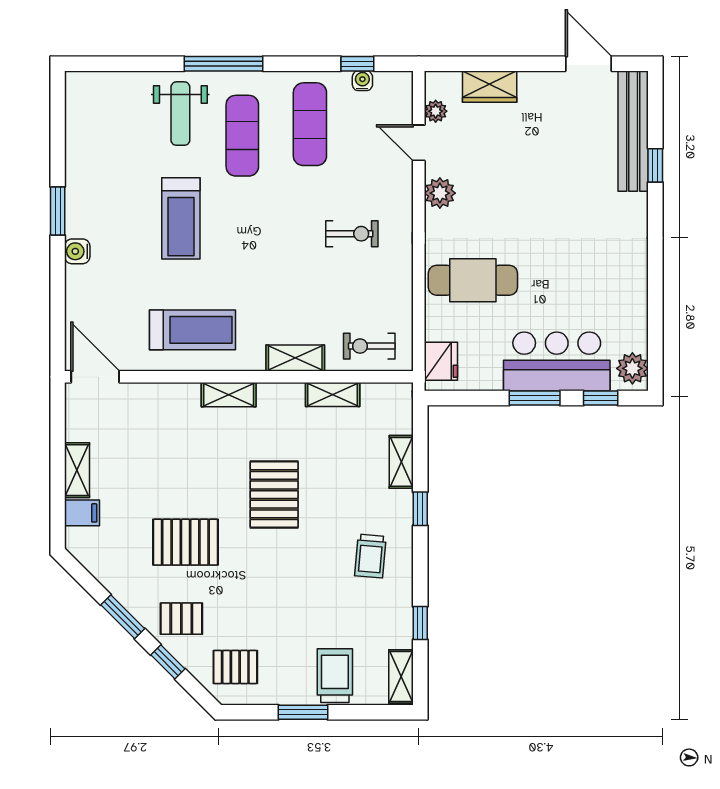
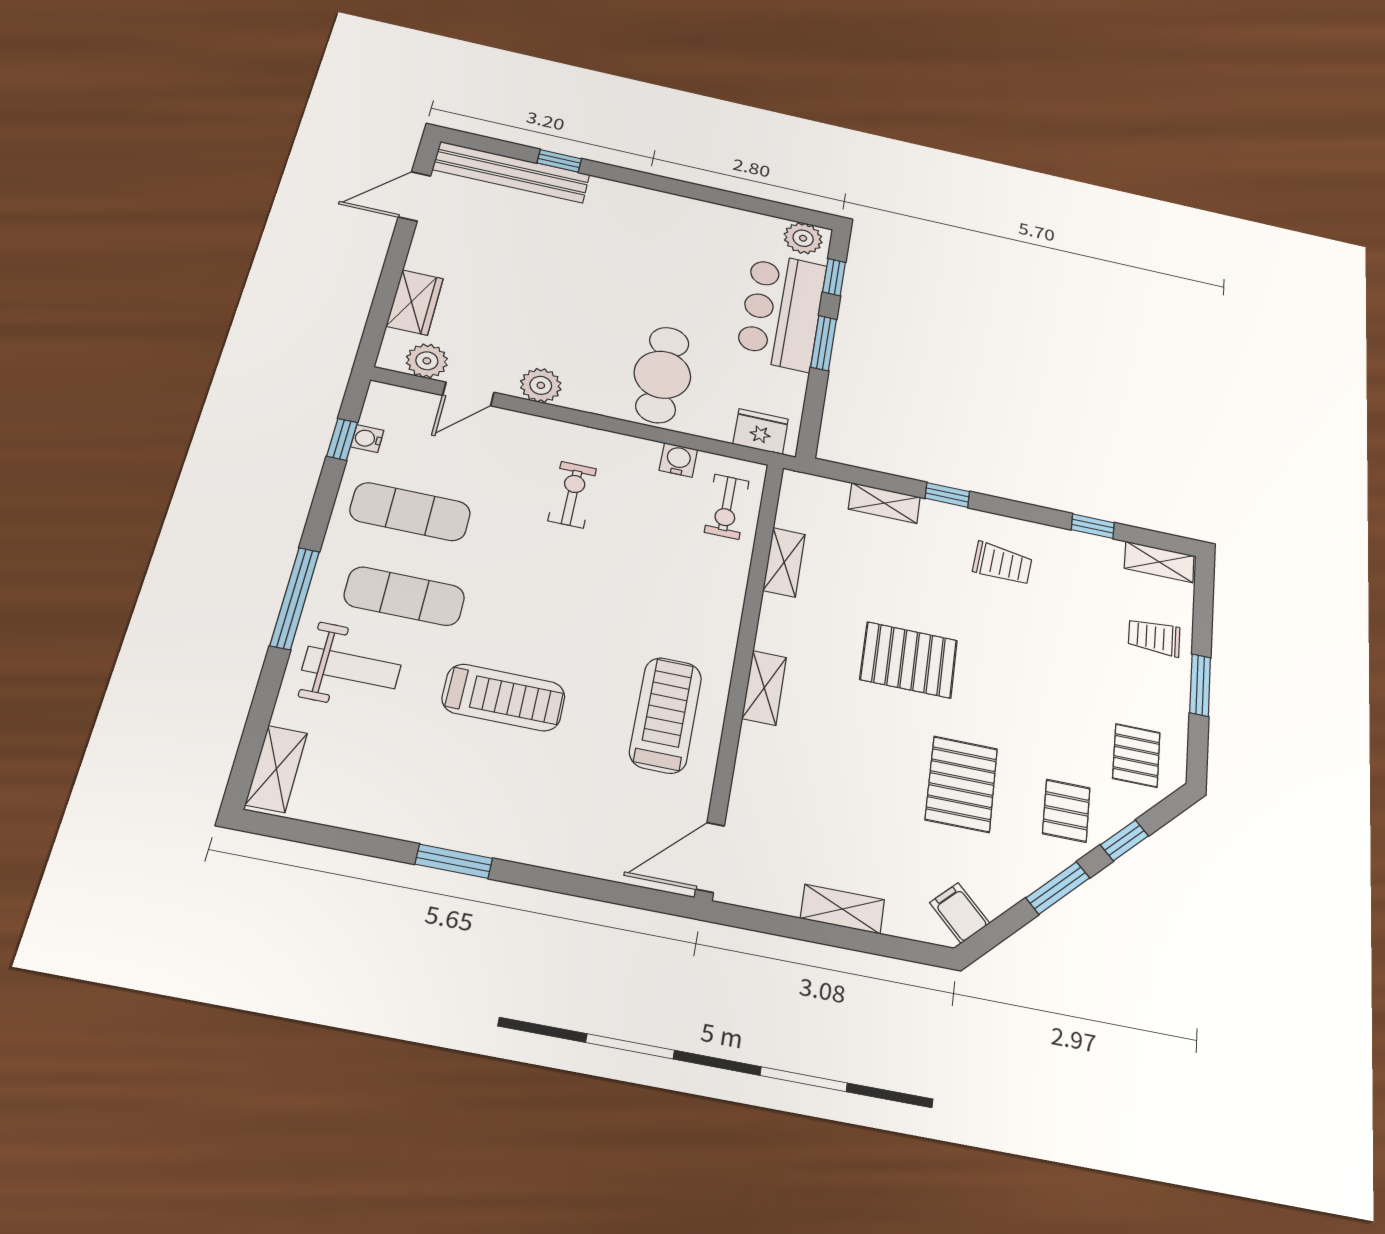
plant: (436, 111) -> (427, 361), width x1.38, depth x1.38
water cooler: (77, 251) -> (678, 460), moved, turned 180
shelving: (295, 358) -> (276, 769), moved
filing cabinet: (82, 513) -> (960, 913), moved, turned -45
trolley: (335, 676) -> (1154, 637), width x0.73, depth x0.72

